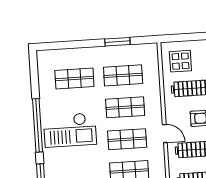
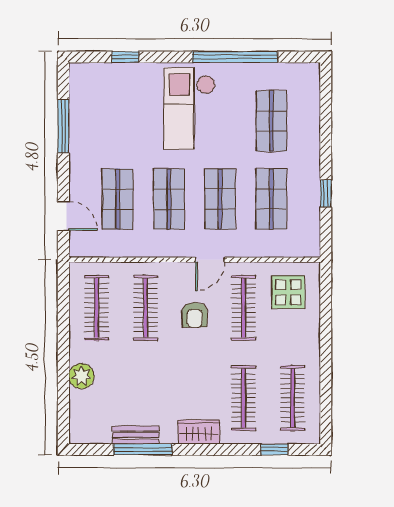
window: (117, 42) -> (326, 194), width x0.67
window: (37, 125) -> (235, 57), moved
door: (165, 134) -> (210, 260), moved

